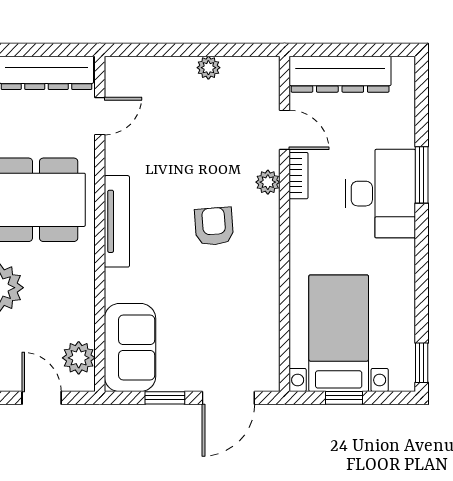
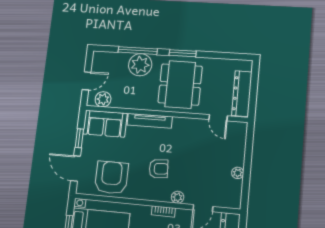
bookcase: (299, 176) -> (163, 211), moved
tv unit: (117, 221) -> (150, 121), moved
armchair: (240, 321) -> (111, 178), added

